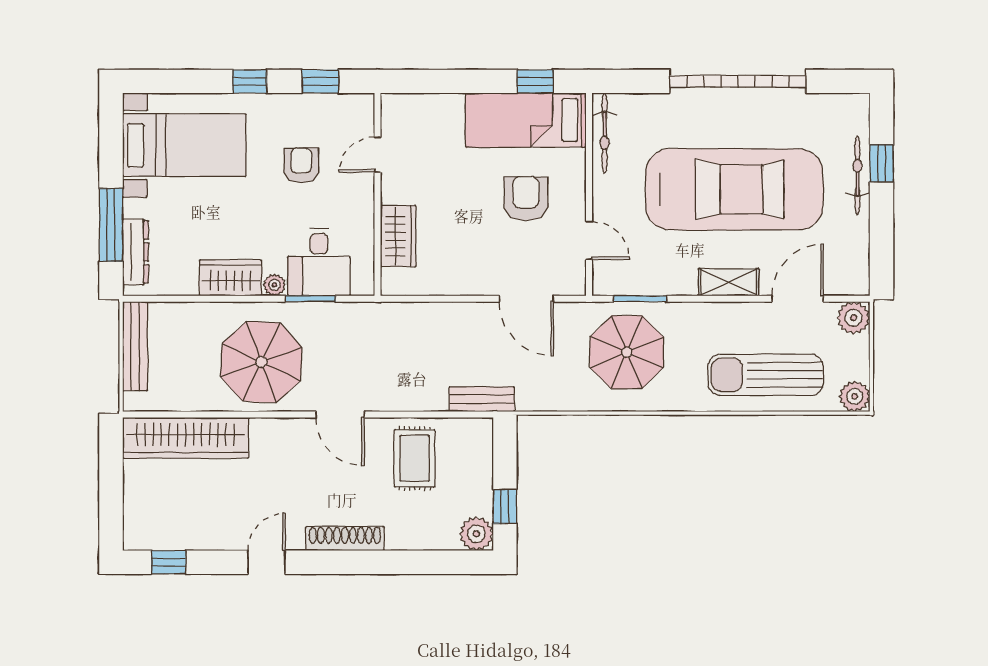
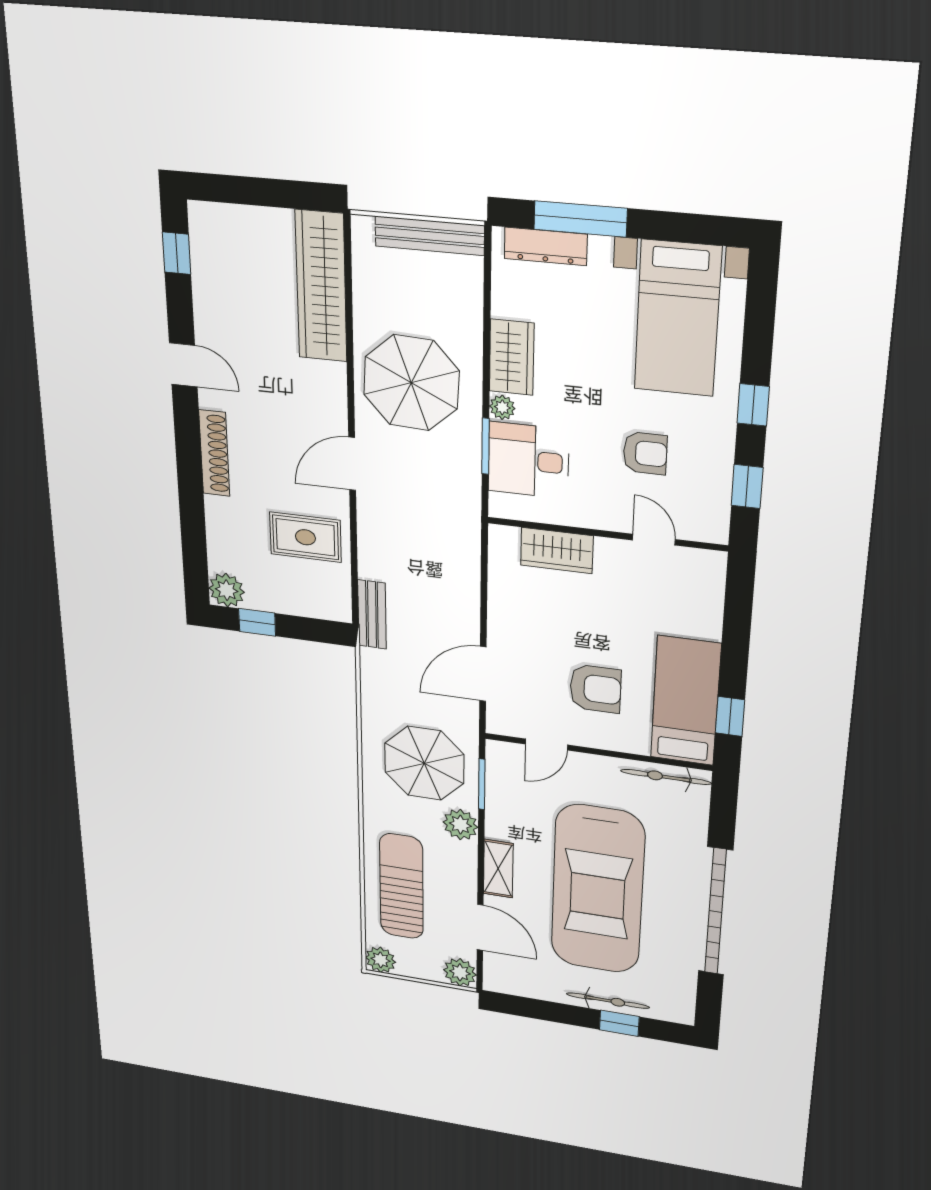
plant: (687, 318) -> (460, 825), added

